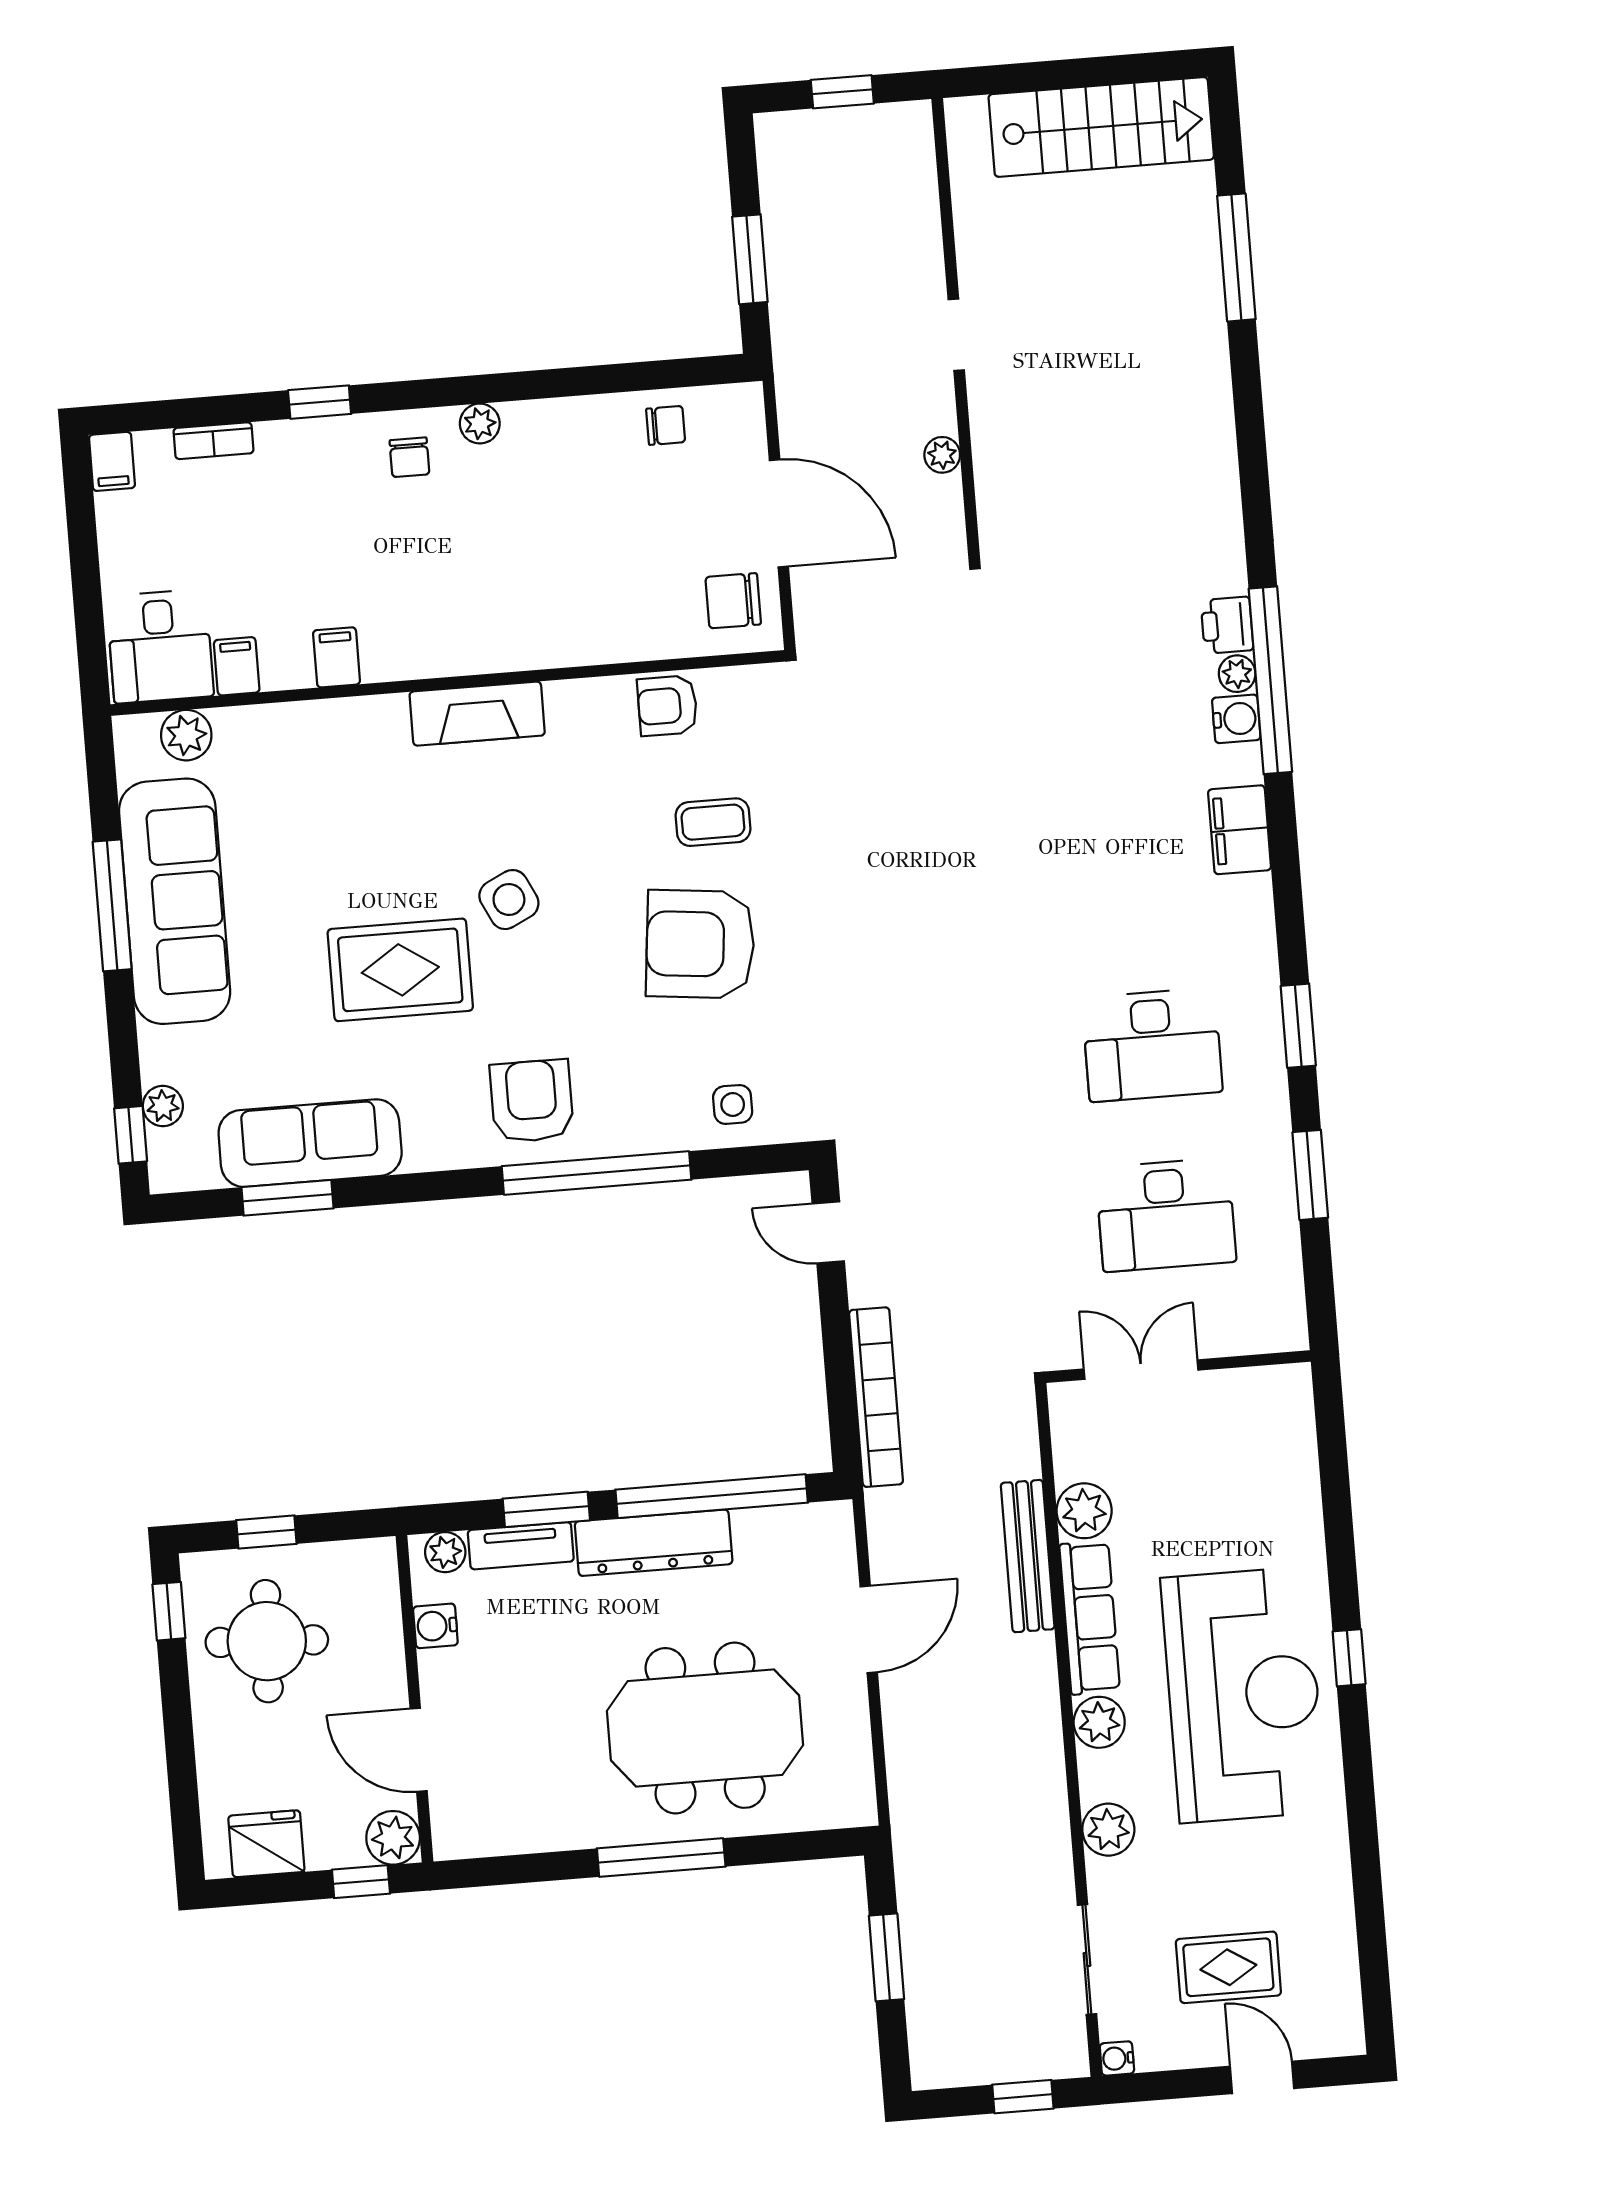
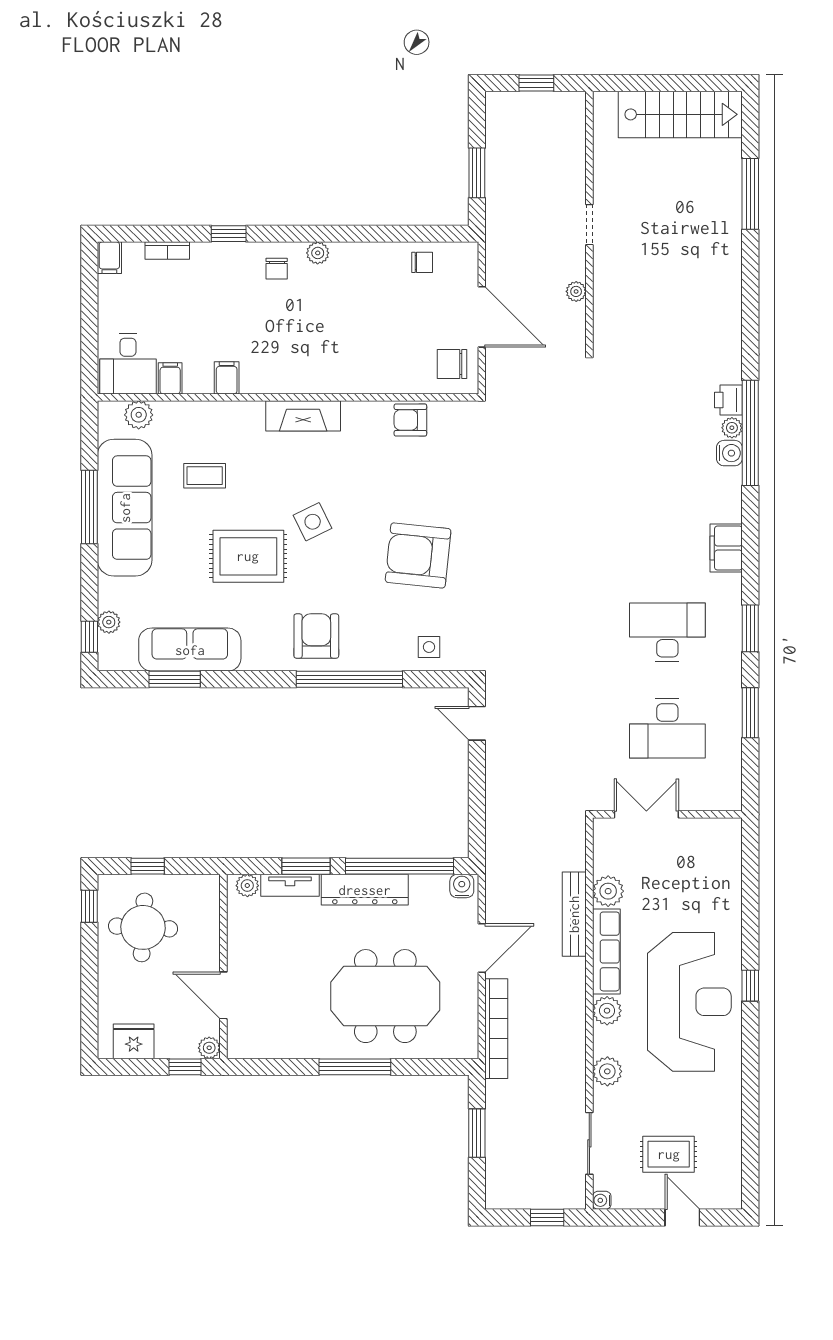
coffee table: (713, 822) -> (205, 476), moved
filing cabinet: (1240, 830) -> (726, 548), moved
desk: (1152, 1045) -> (667, 632), turned 180
bookcase: (876, 1397) -> (496, 1029), moved
water cooler: (435, 1626) -> (462, 886), moved, turned 90
plant: (393, 1838) -> (209, 1048), width x0.73, depth x0.73

